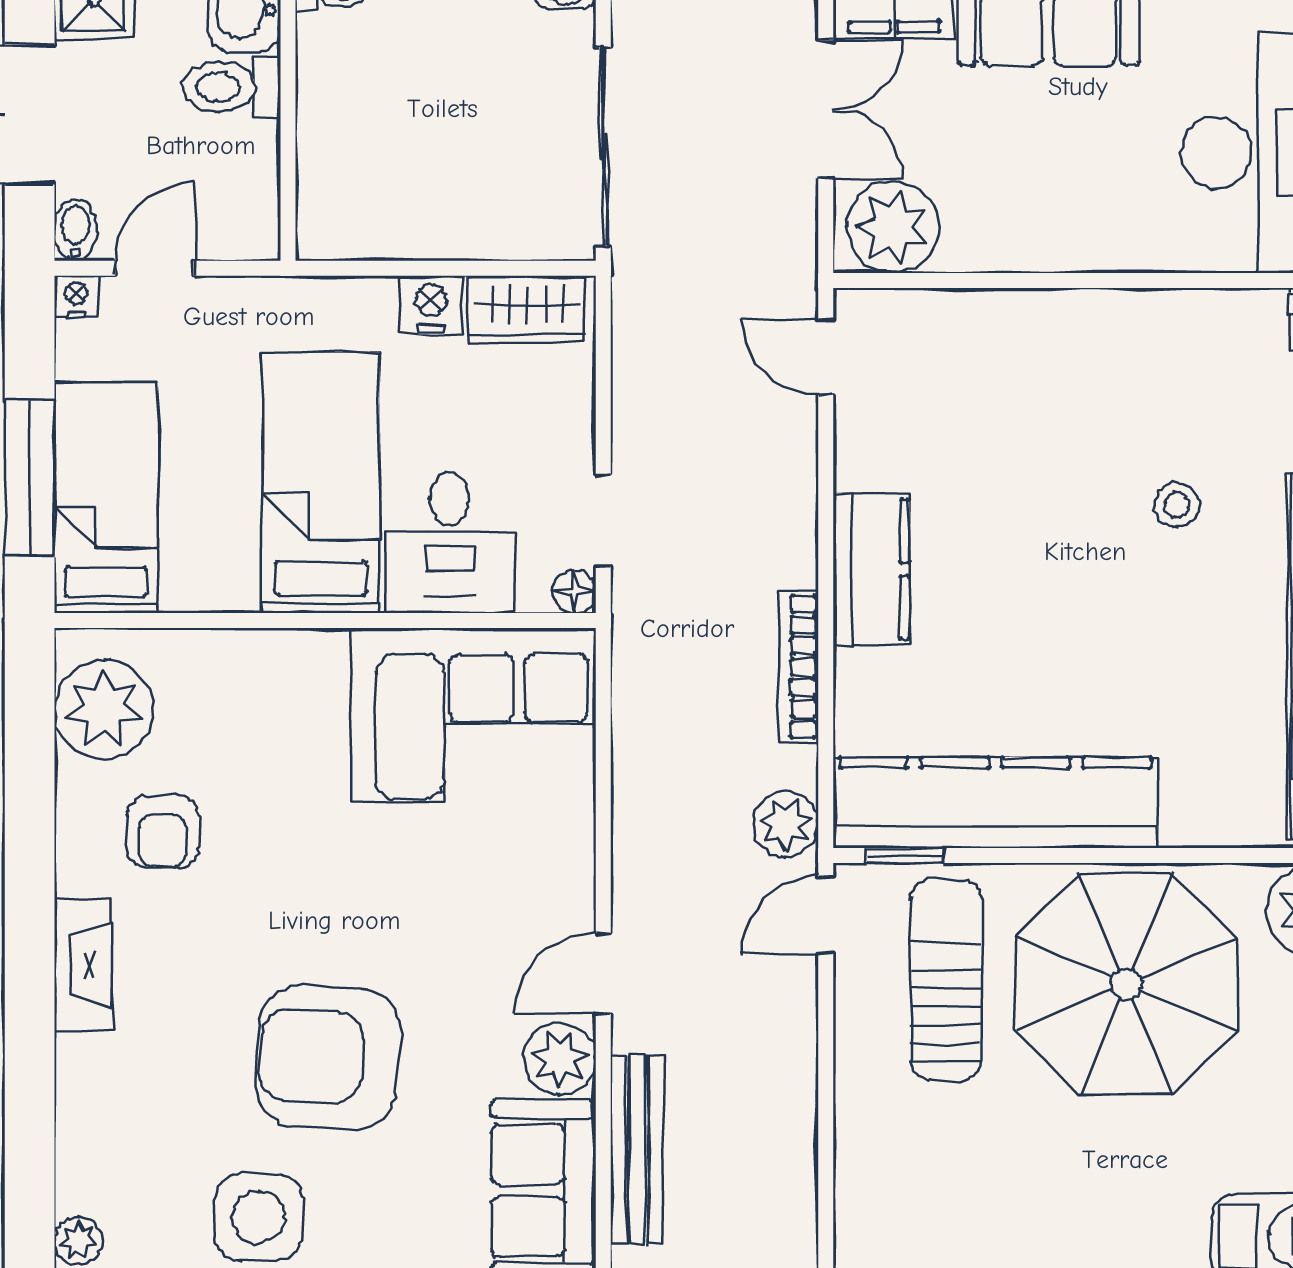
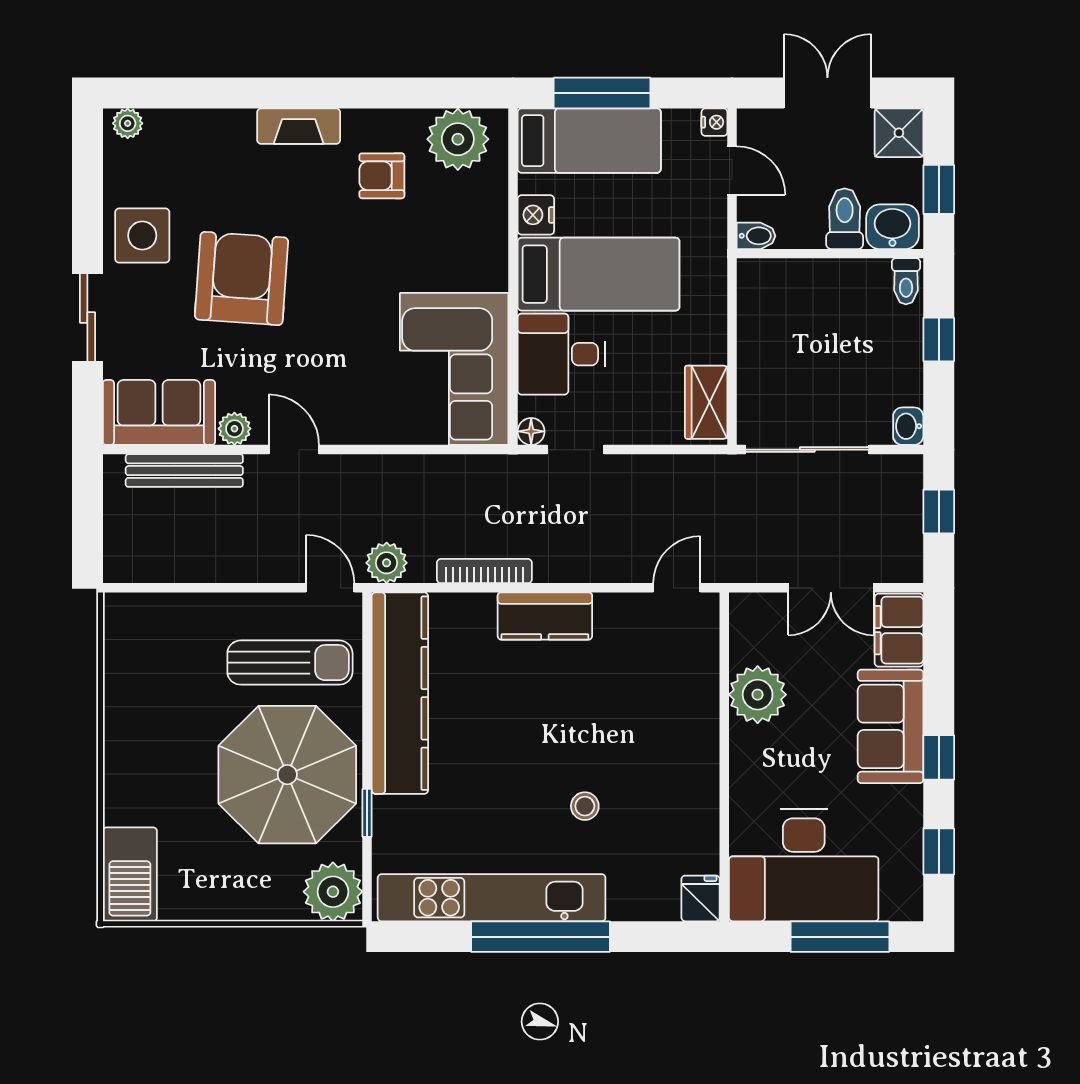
plant: (892, 227) -> (758, 695), moved
bidet: (76, 229) -> (756, 236), moved
nightstand: (431, 305) -> (536, 215), moved, turned 180
window: (905, 855) -> (367, 813), moved
plant: (560, 1059) -> (234, 429), width x0.73, depth x0.73

